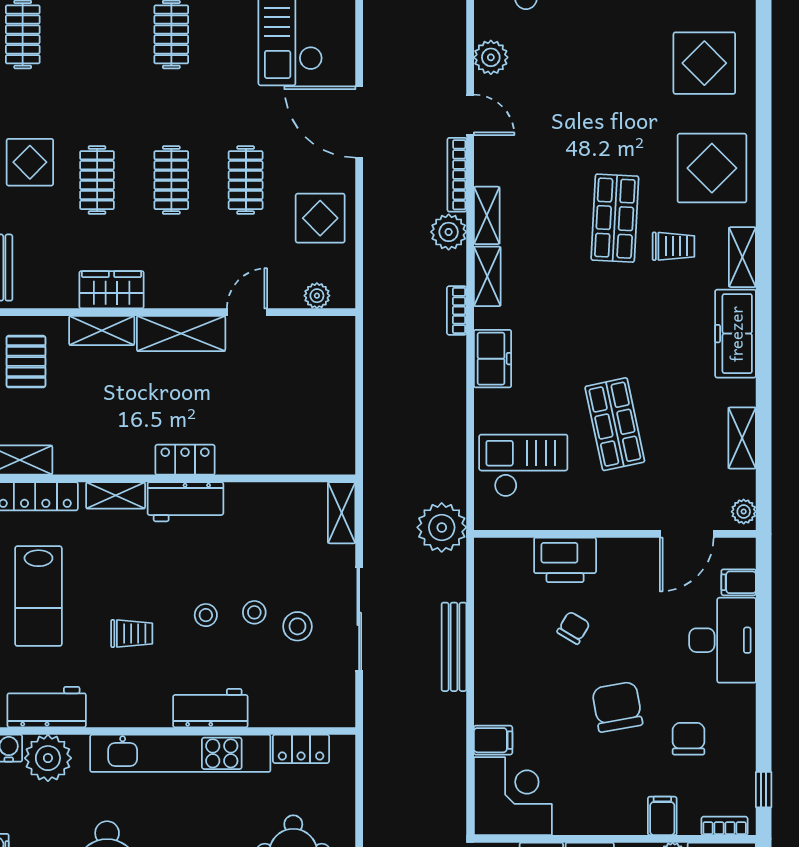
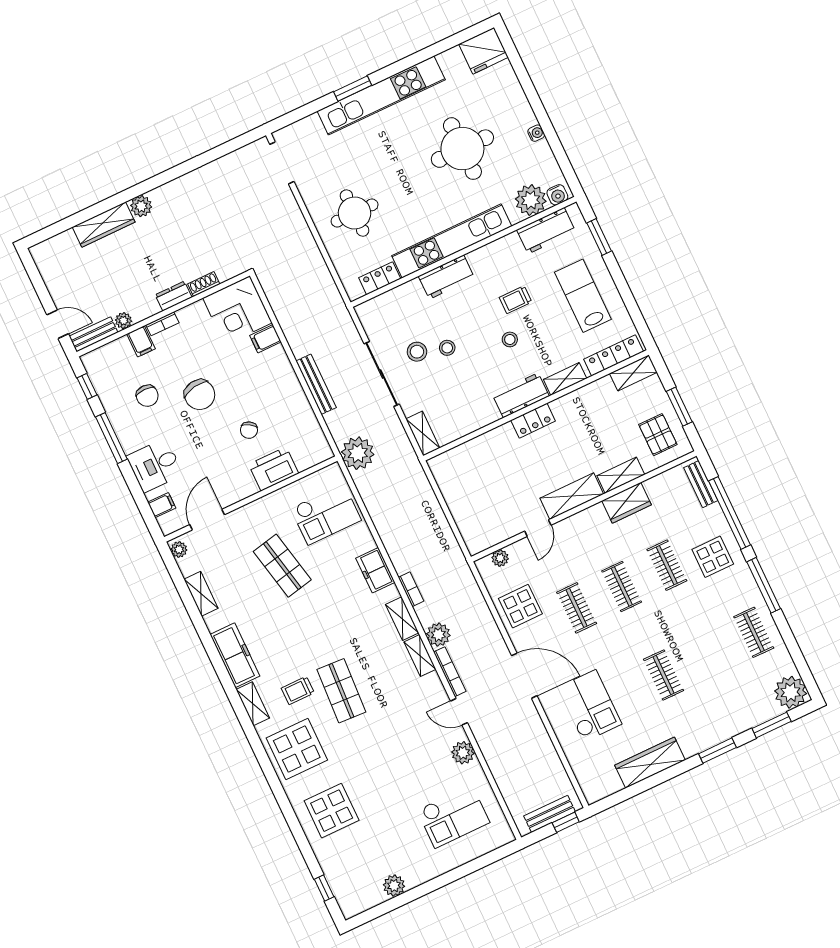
stool: (206, 615) -> (510, 339), moved
desk: (723, 640) -> (155, 465), width x0.73
window: (764, 705) -> (111, 438), added
bookcase: (725, 826) -> (162, 324), moved

